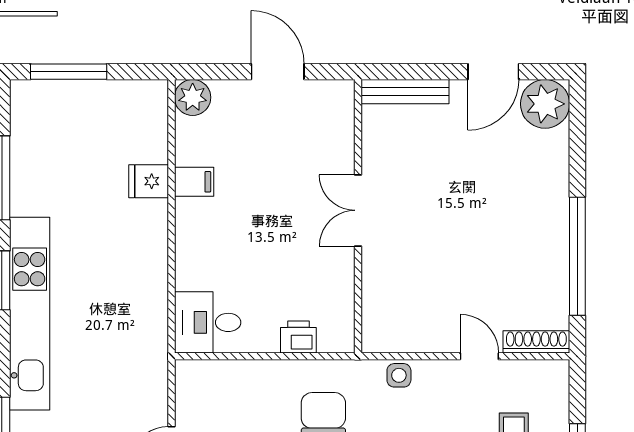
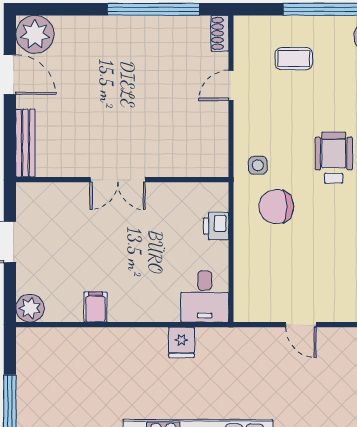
fridge: (149, 181) -> (181, 342), moved
shoe rack: (536, 342) -> (220, 33), width x0.70
side table: (399, 375) -> (258, 165), moved

